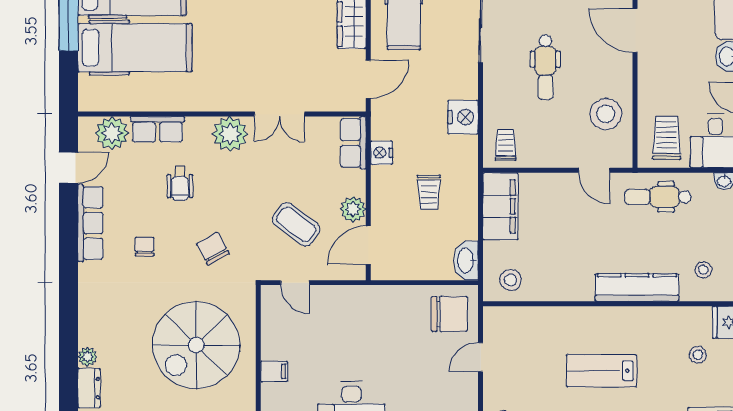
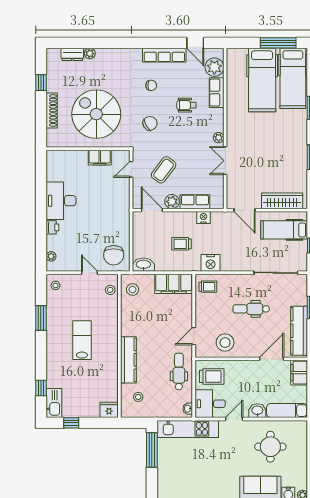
nightstand: (463, 117) -> (211, 263), moved
plant: (230, 134) -> (219, 138), width x0.53, depth x0.53
row of seats: (353, 143) -> (195, 202), moved
stool: (698, 355) -> (110, 290), moved
filing cabinet: (274, 371) -> (100, 158), moved, width x2.00

